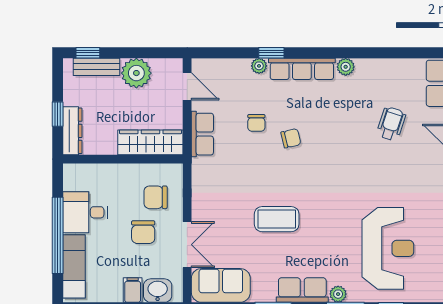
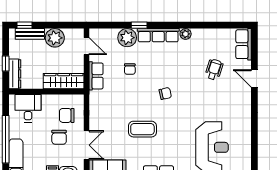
plant: (259, 66) -> (127, 38), width x1.88, depth x1.88
chair: (291, 138) -> (165, 93), moved
desk: (85, 212) -> (28, 108), moved, turned 90

